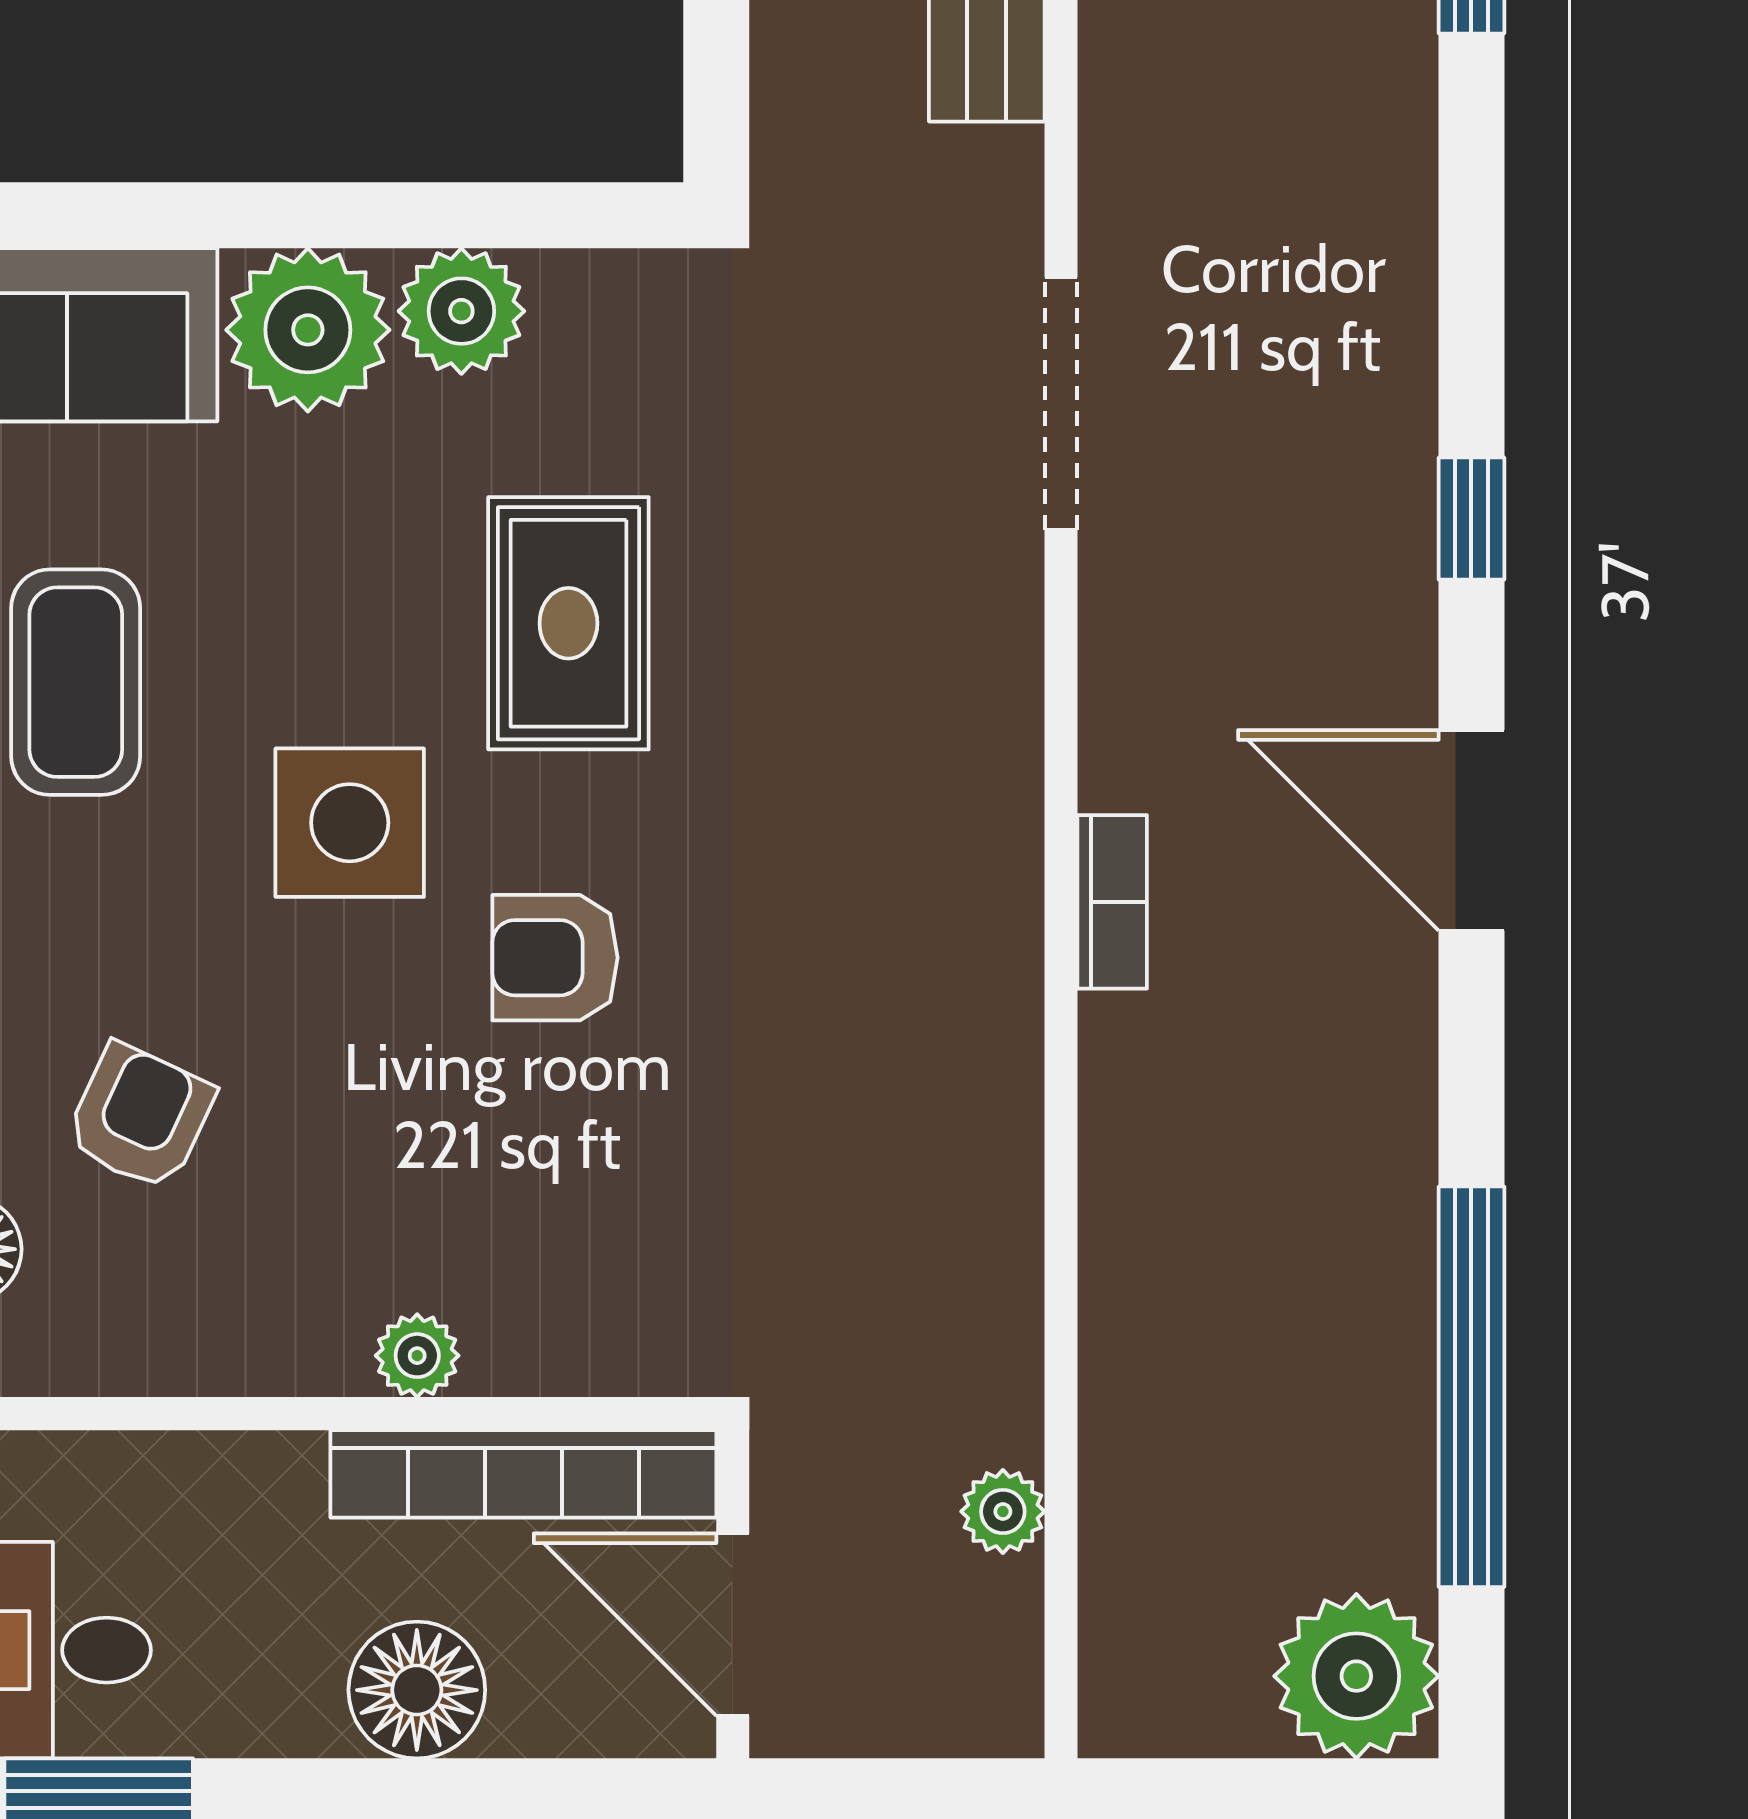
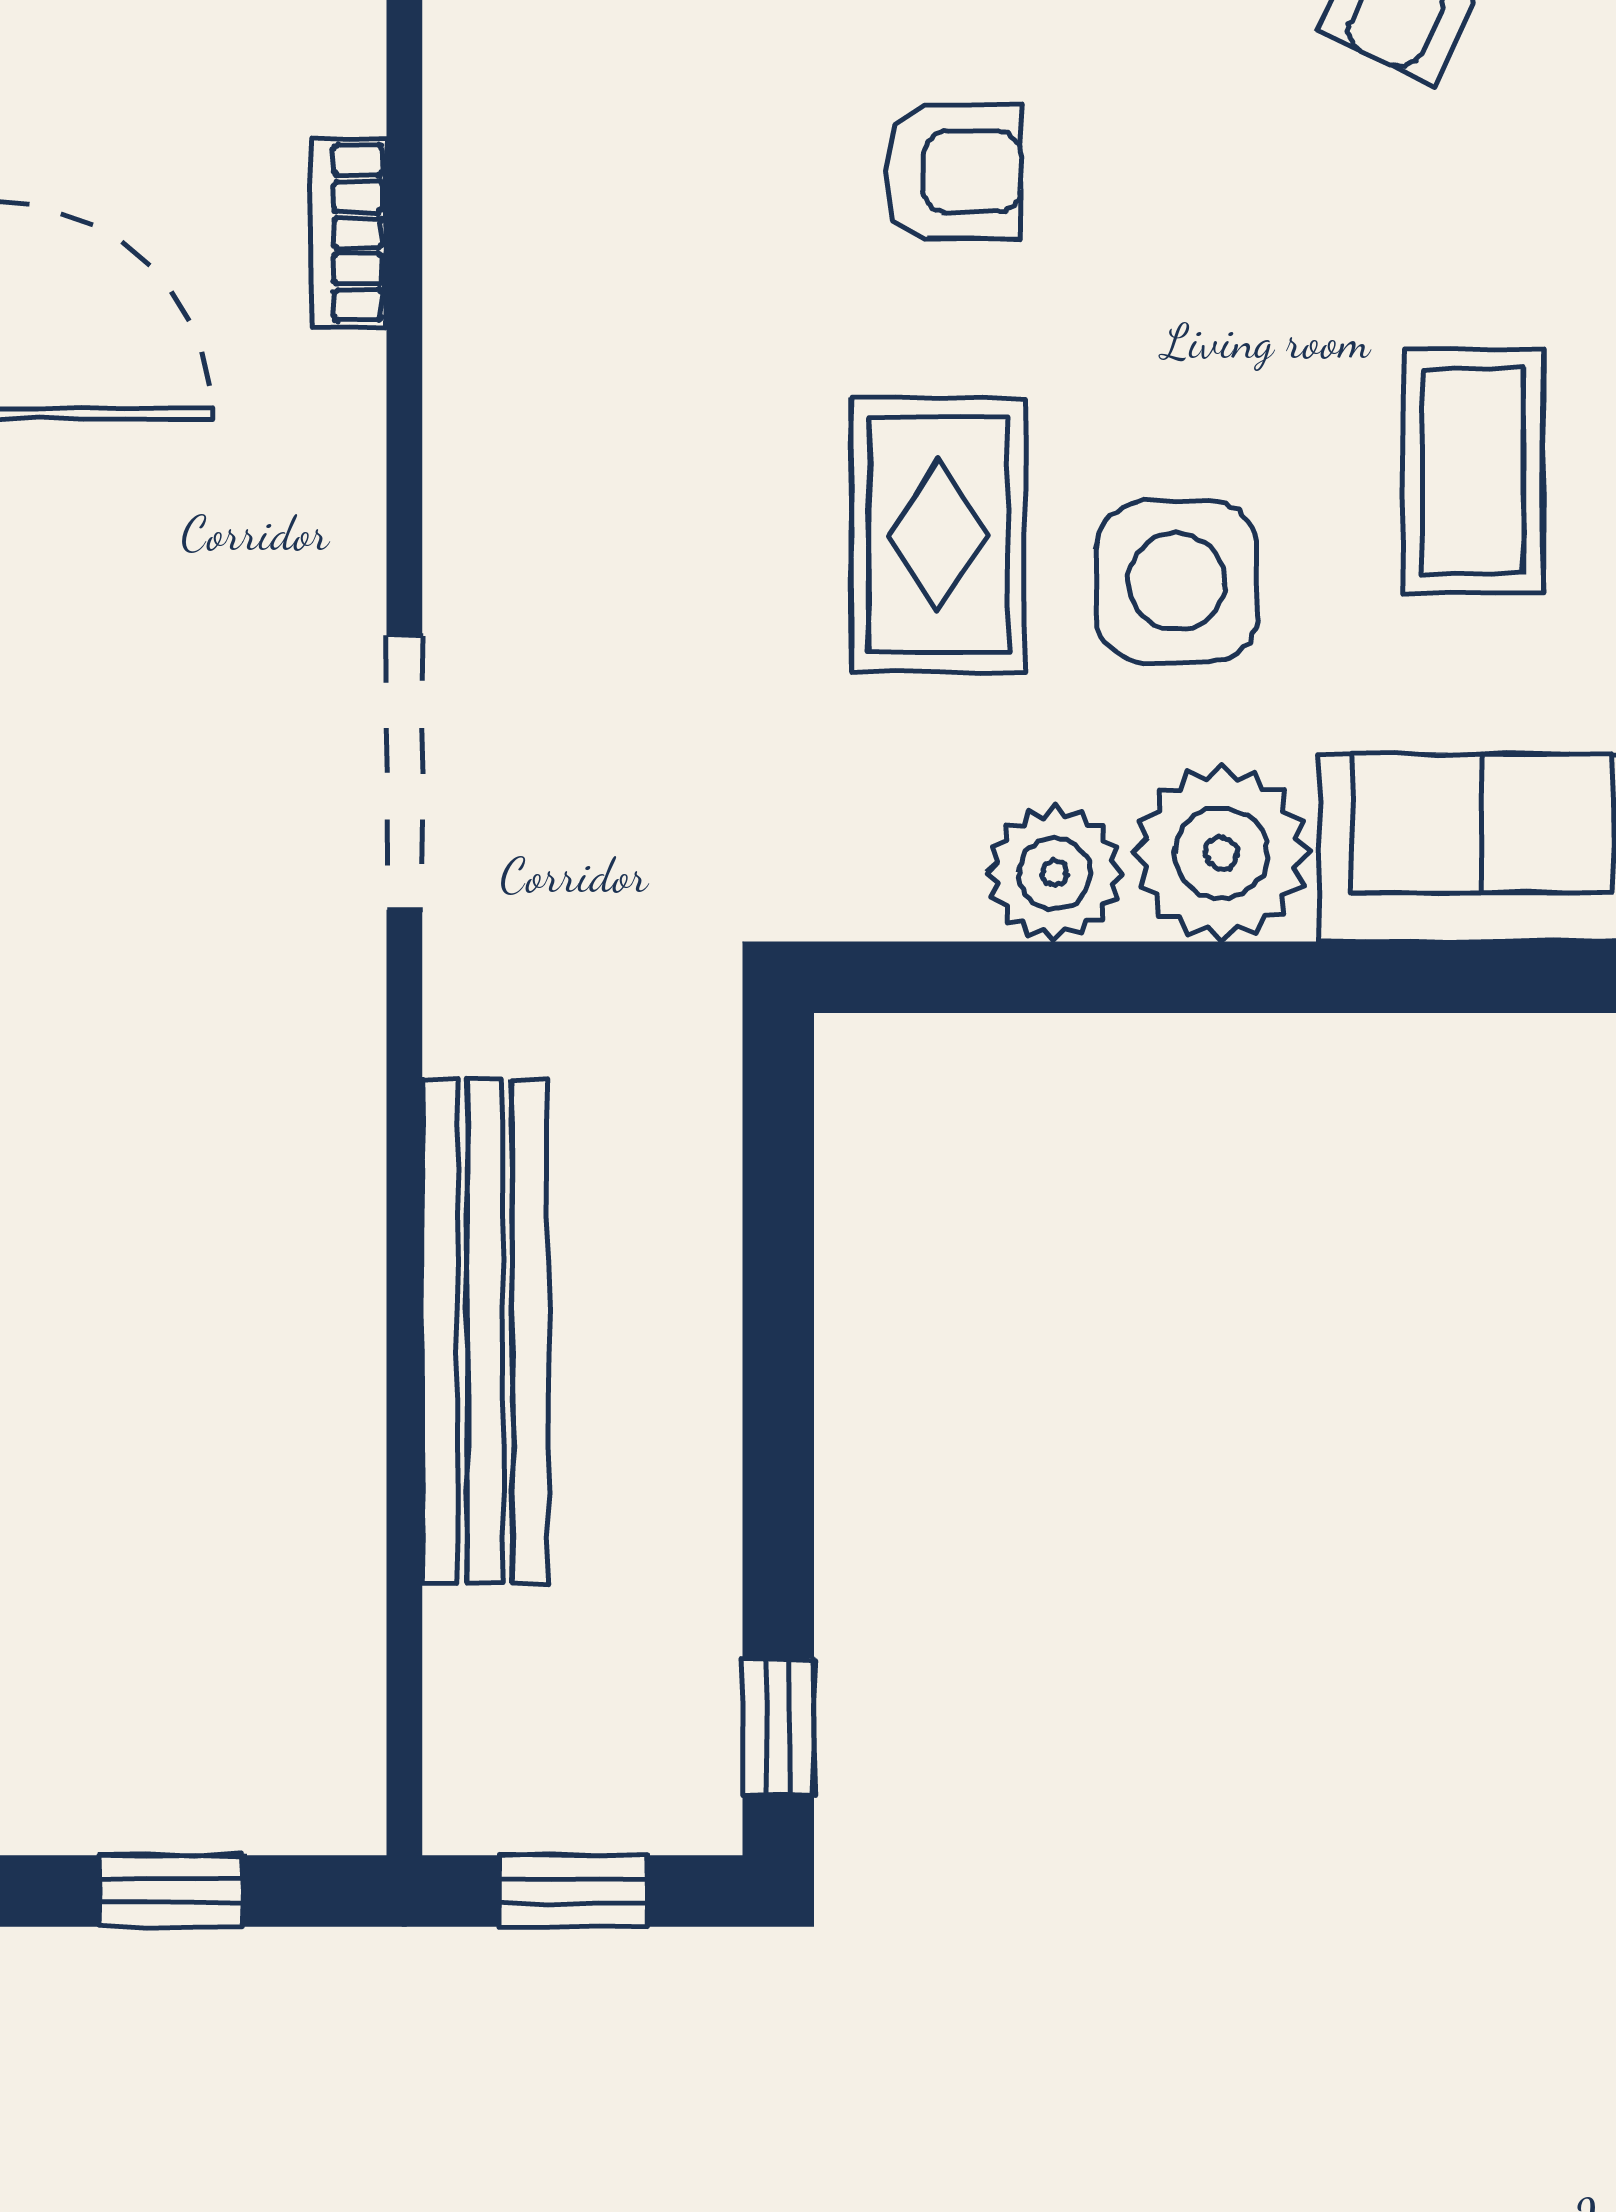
side table: (350, 823) -> (1177, 582), moved

